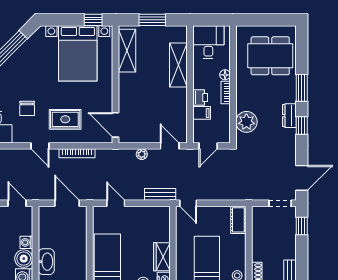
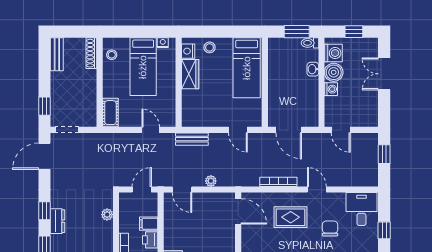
plant: (246, 122) -> (107, 215), width x0.53, depth x0.53
door: (188, 203) -> (151, 130), moved
washbasin: (46, 262) -> (313, 69), width x0.52, depth x0.69

